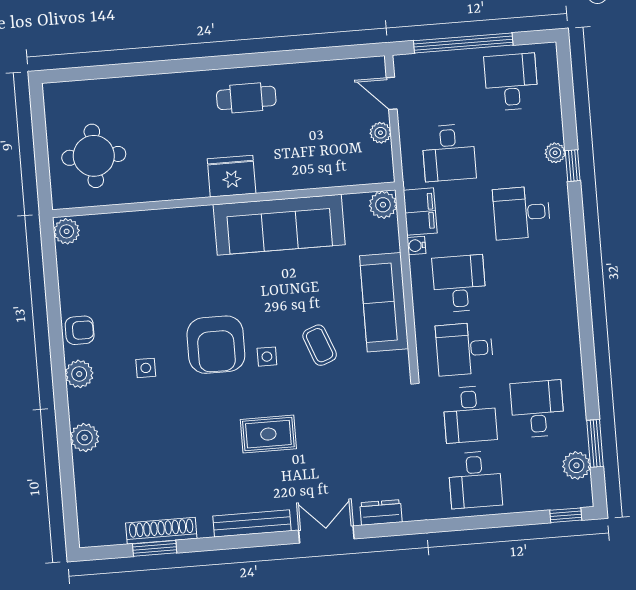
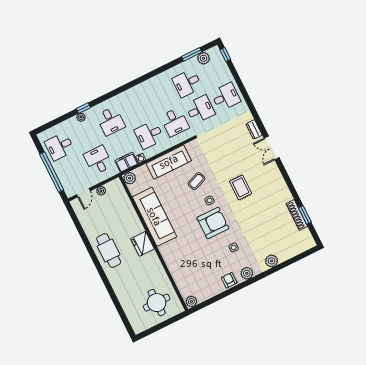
cafe table: (246, 98) -> (109, 250), width x1.37, depth x1.35
desk: (449, 153) -> (98, 160), turned -90
bench: (252, 523) -> (279, 180), removed

